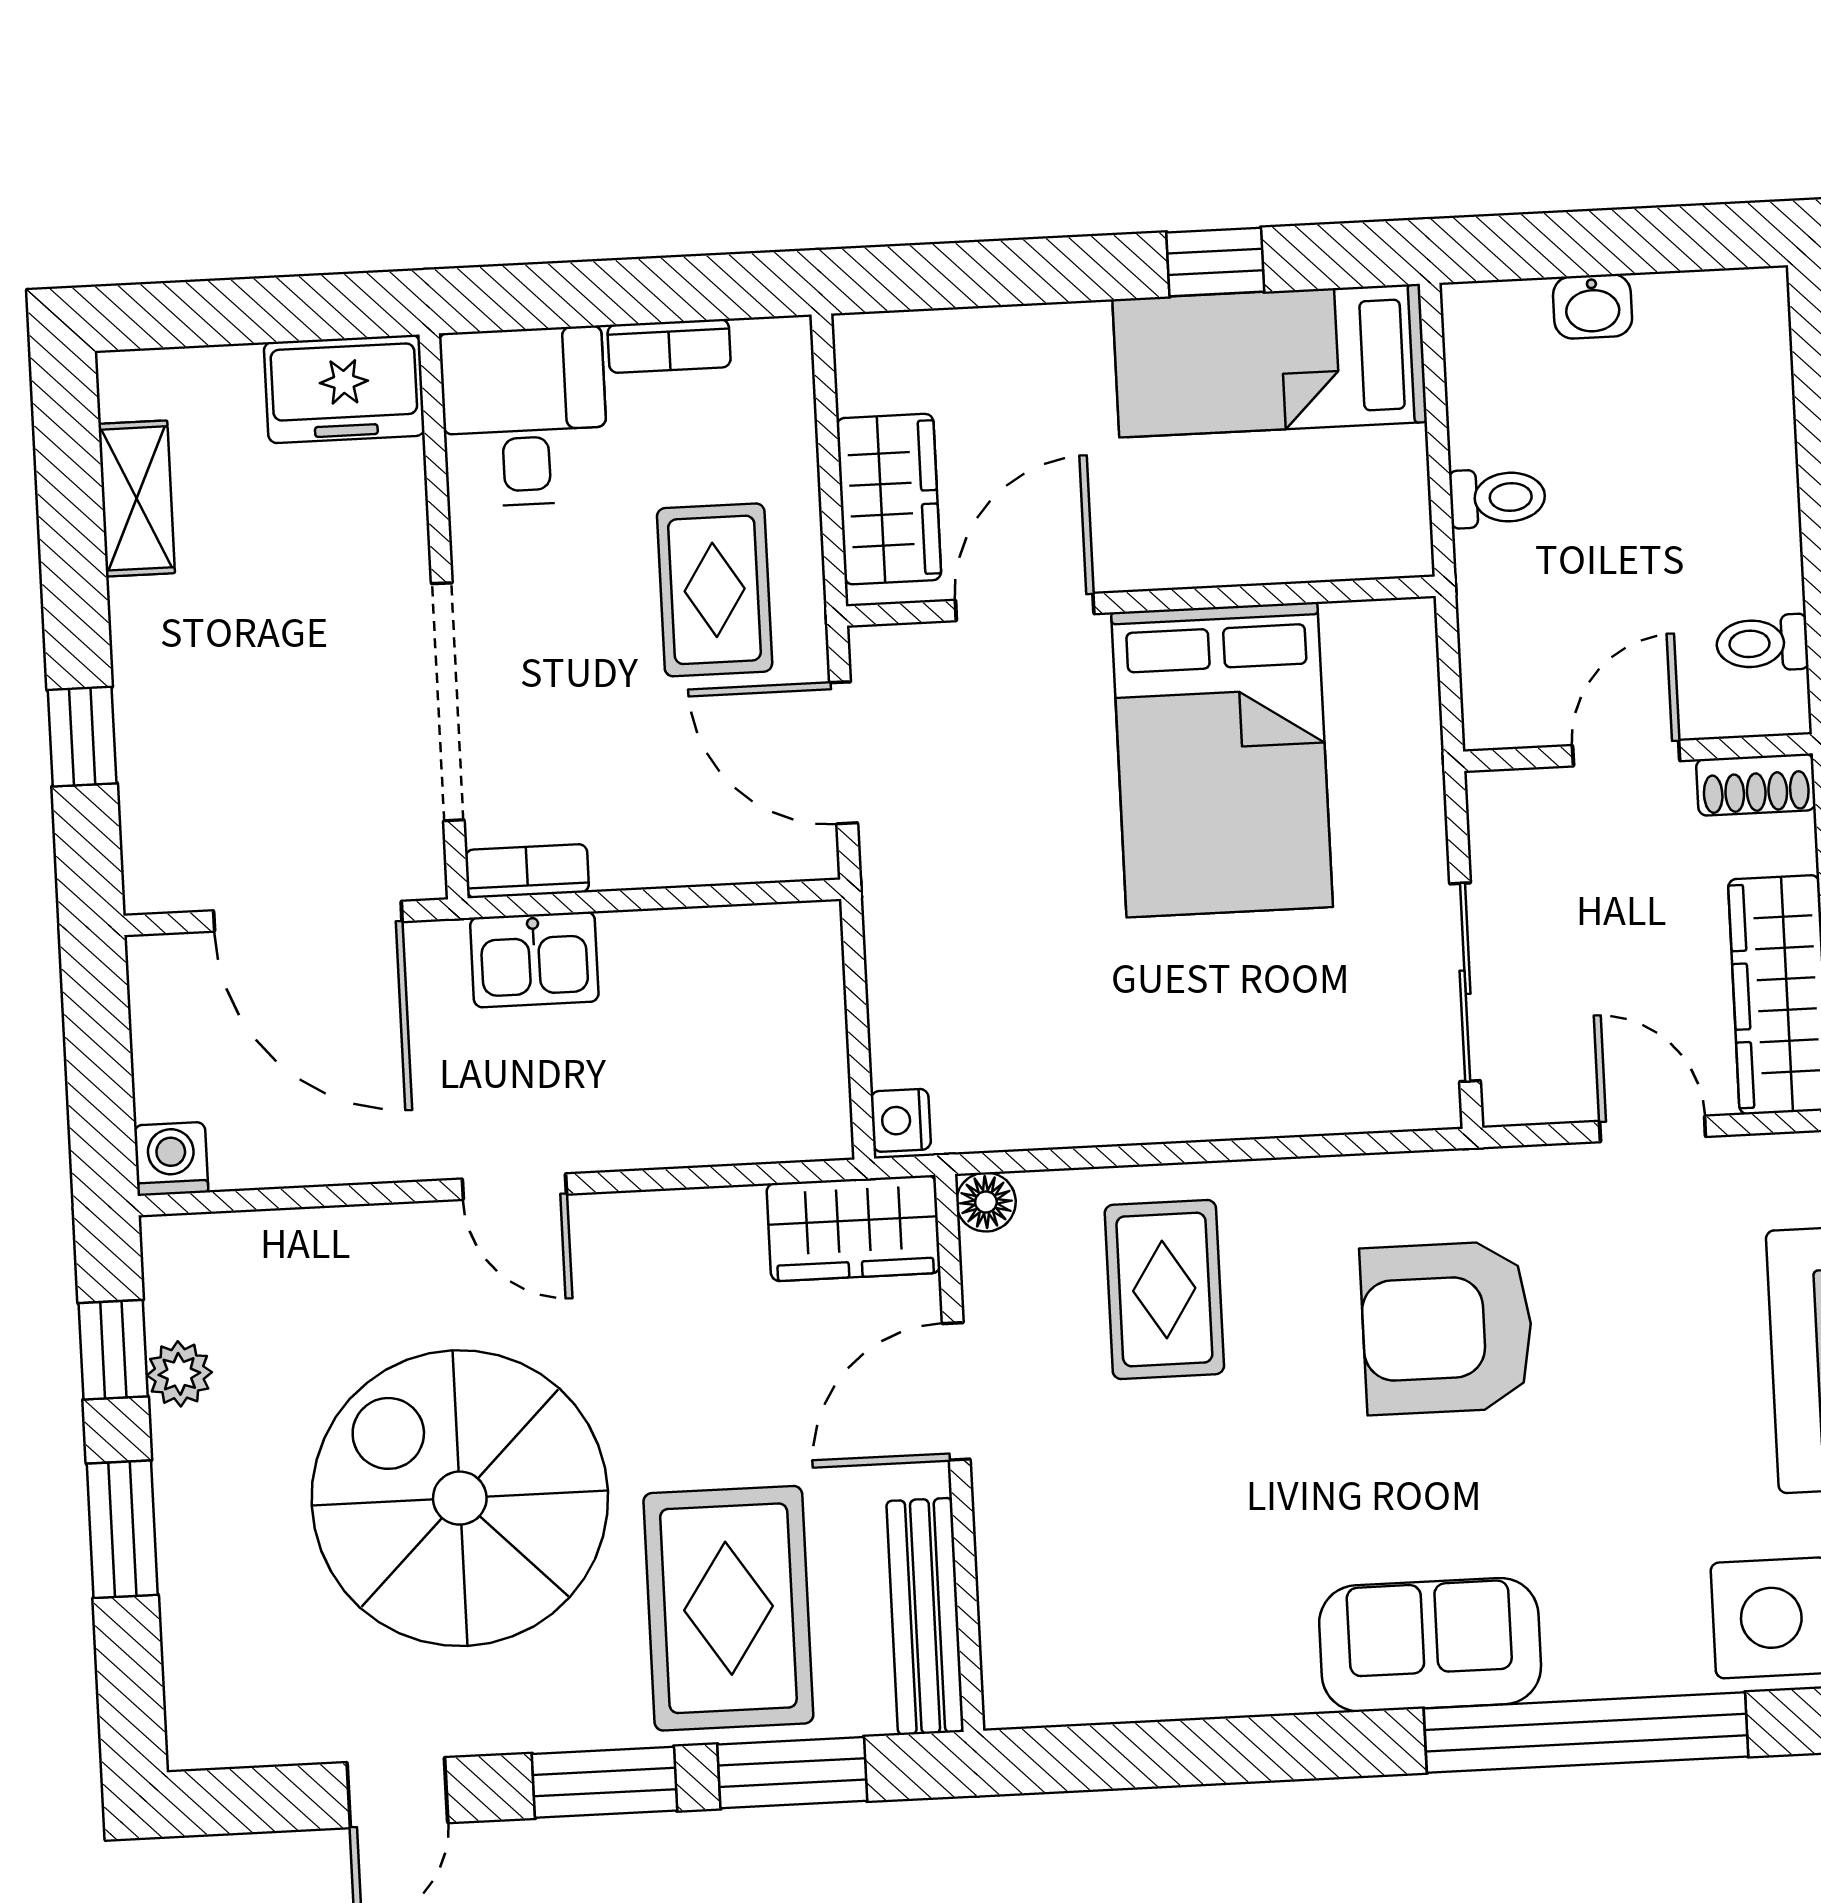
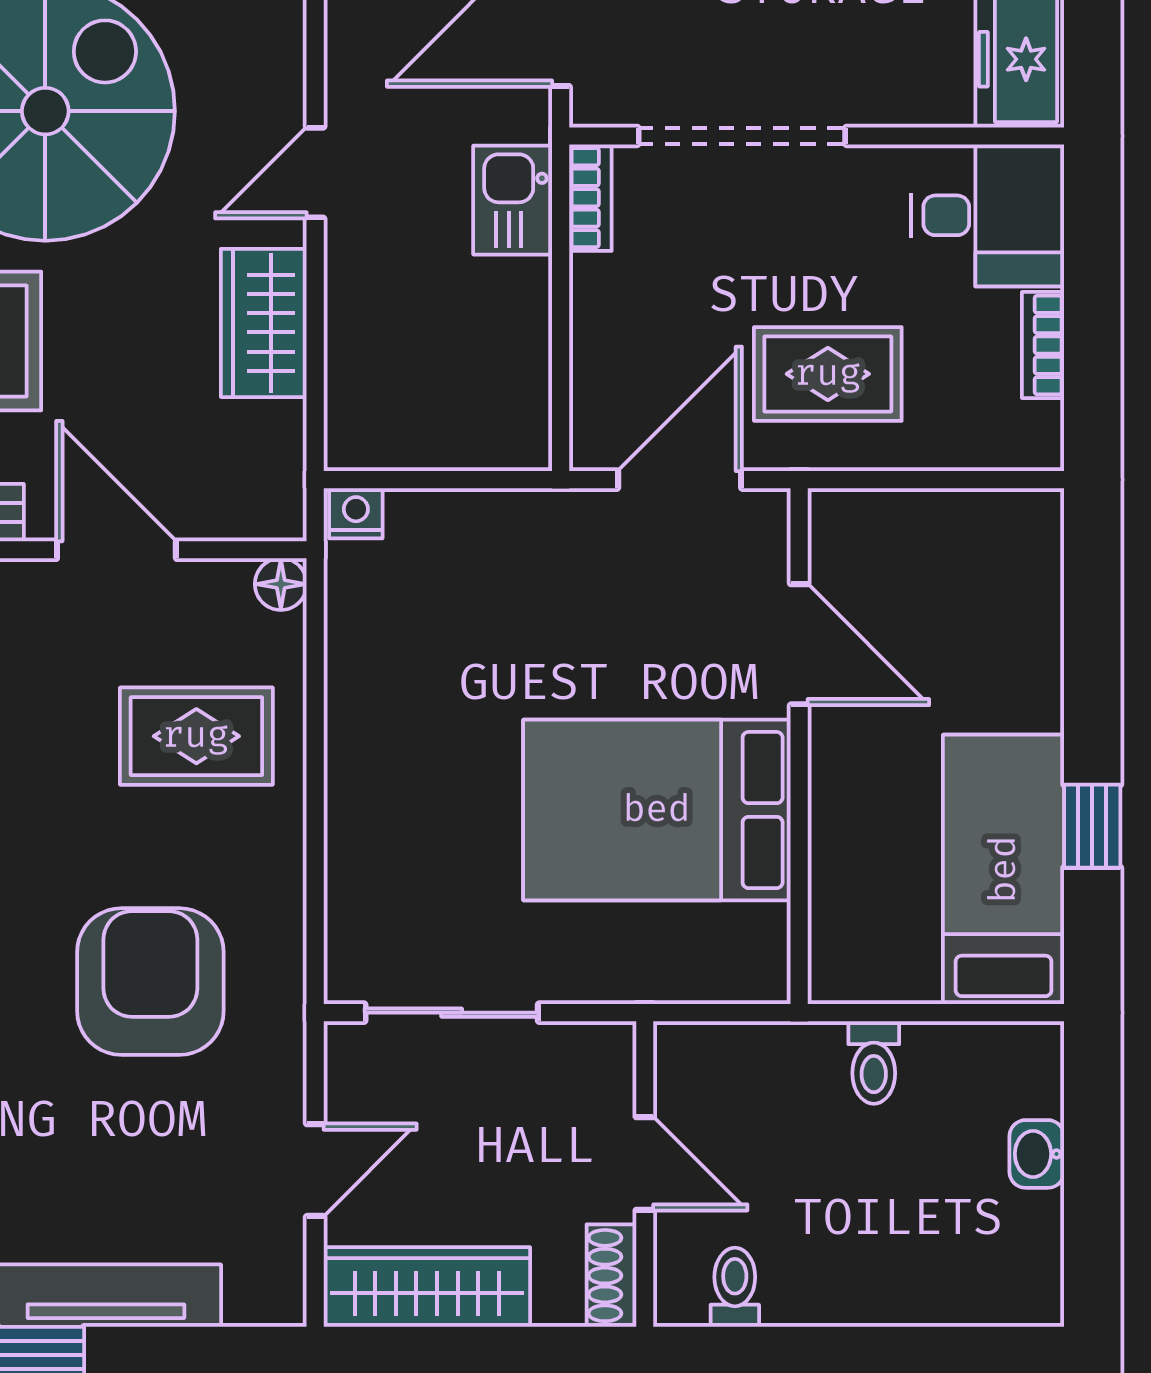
wardrobe: (889, 499) -> (899, 530), removed
wardrobe: (854, 1228) -> (264, 323), moved

